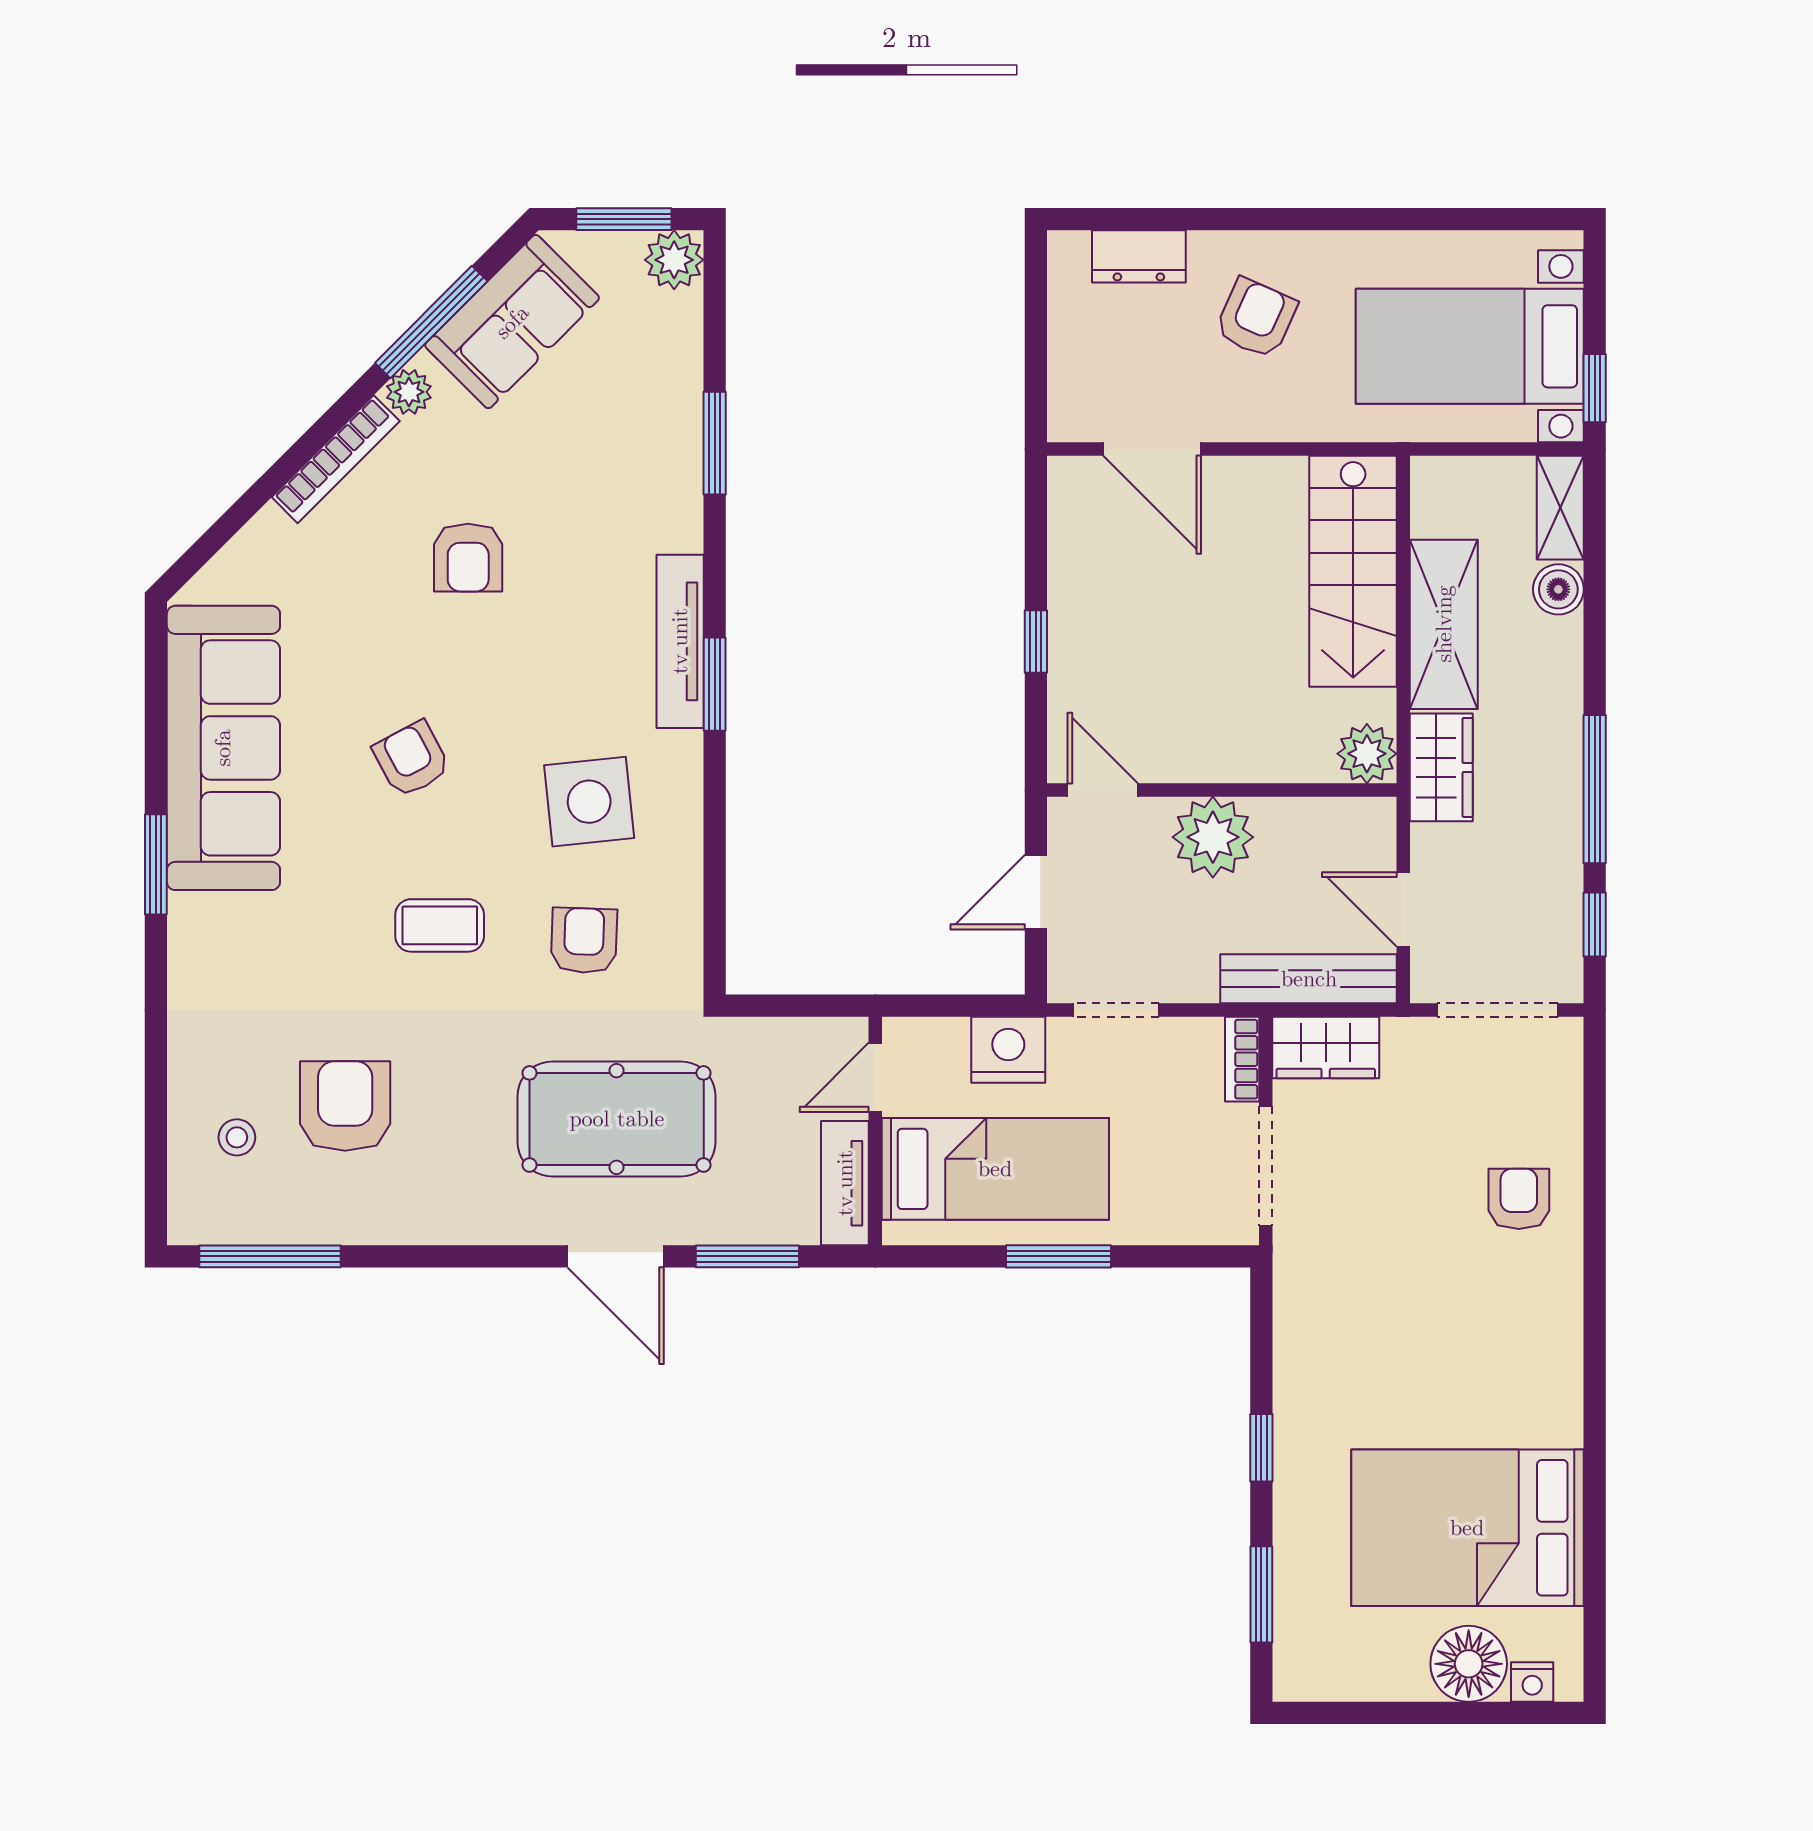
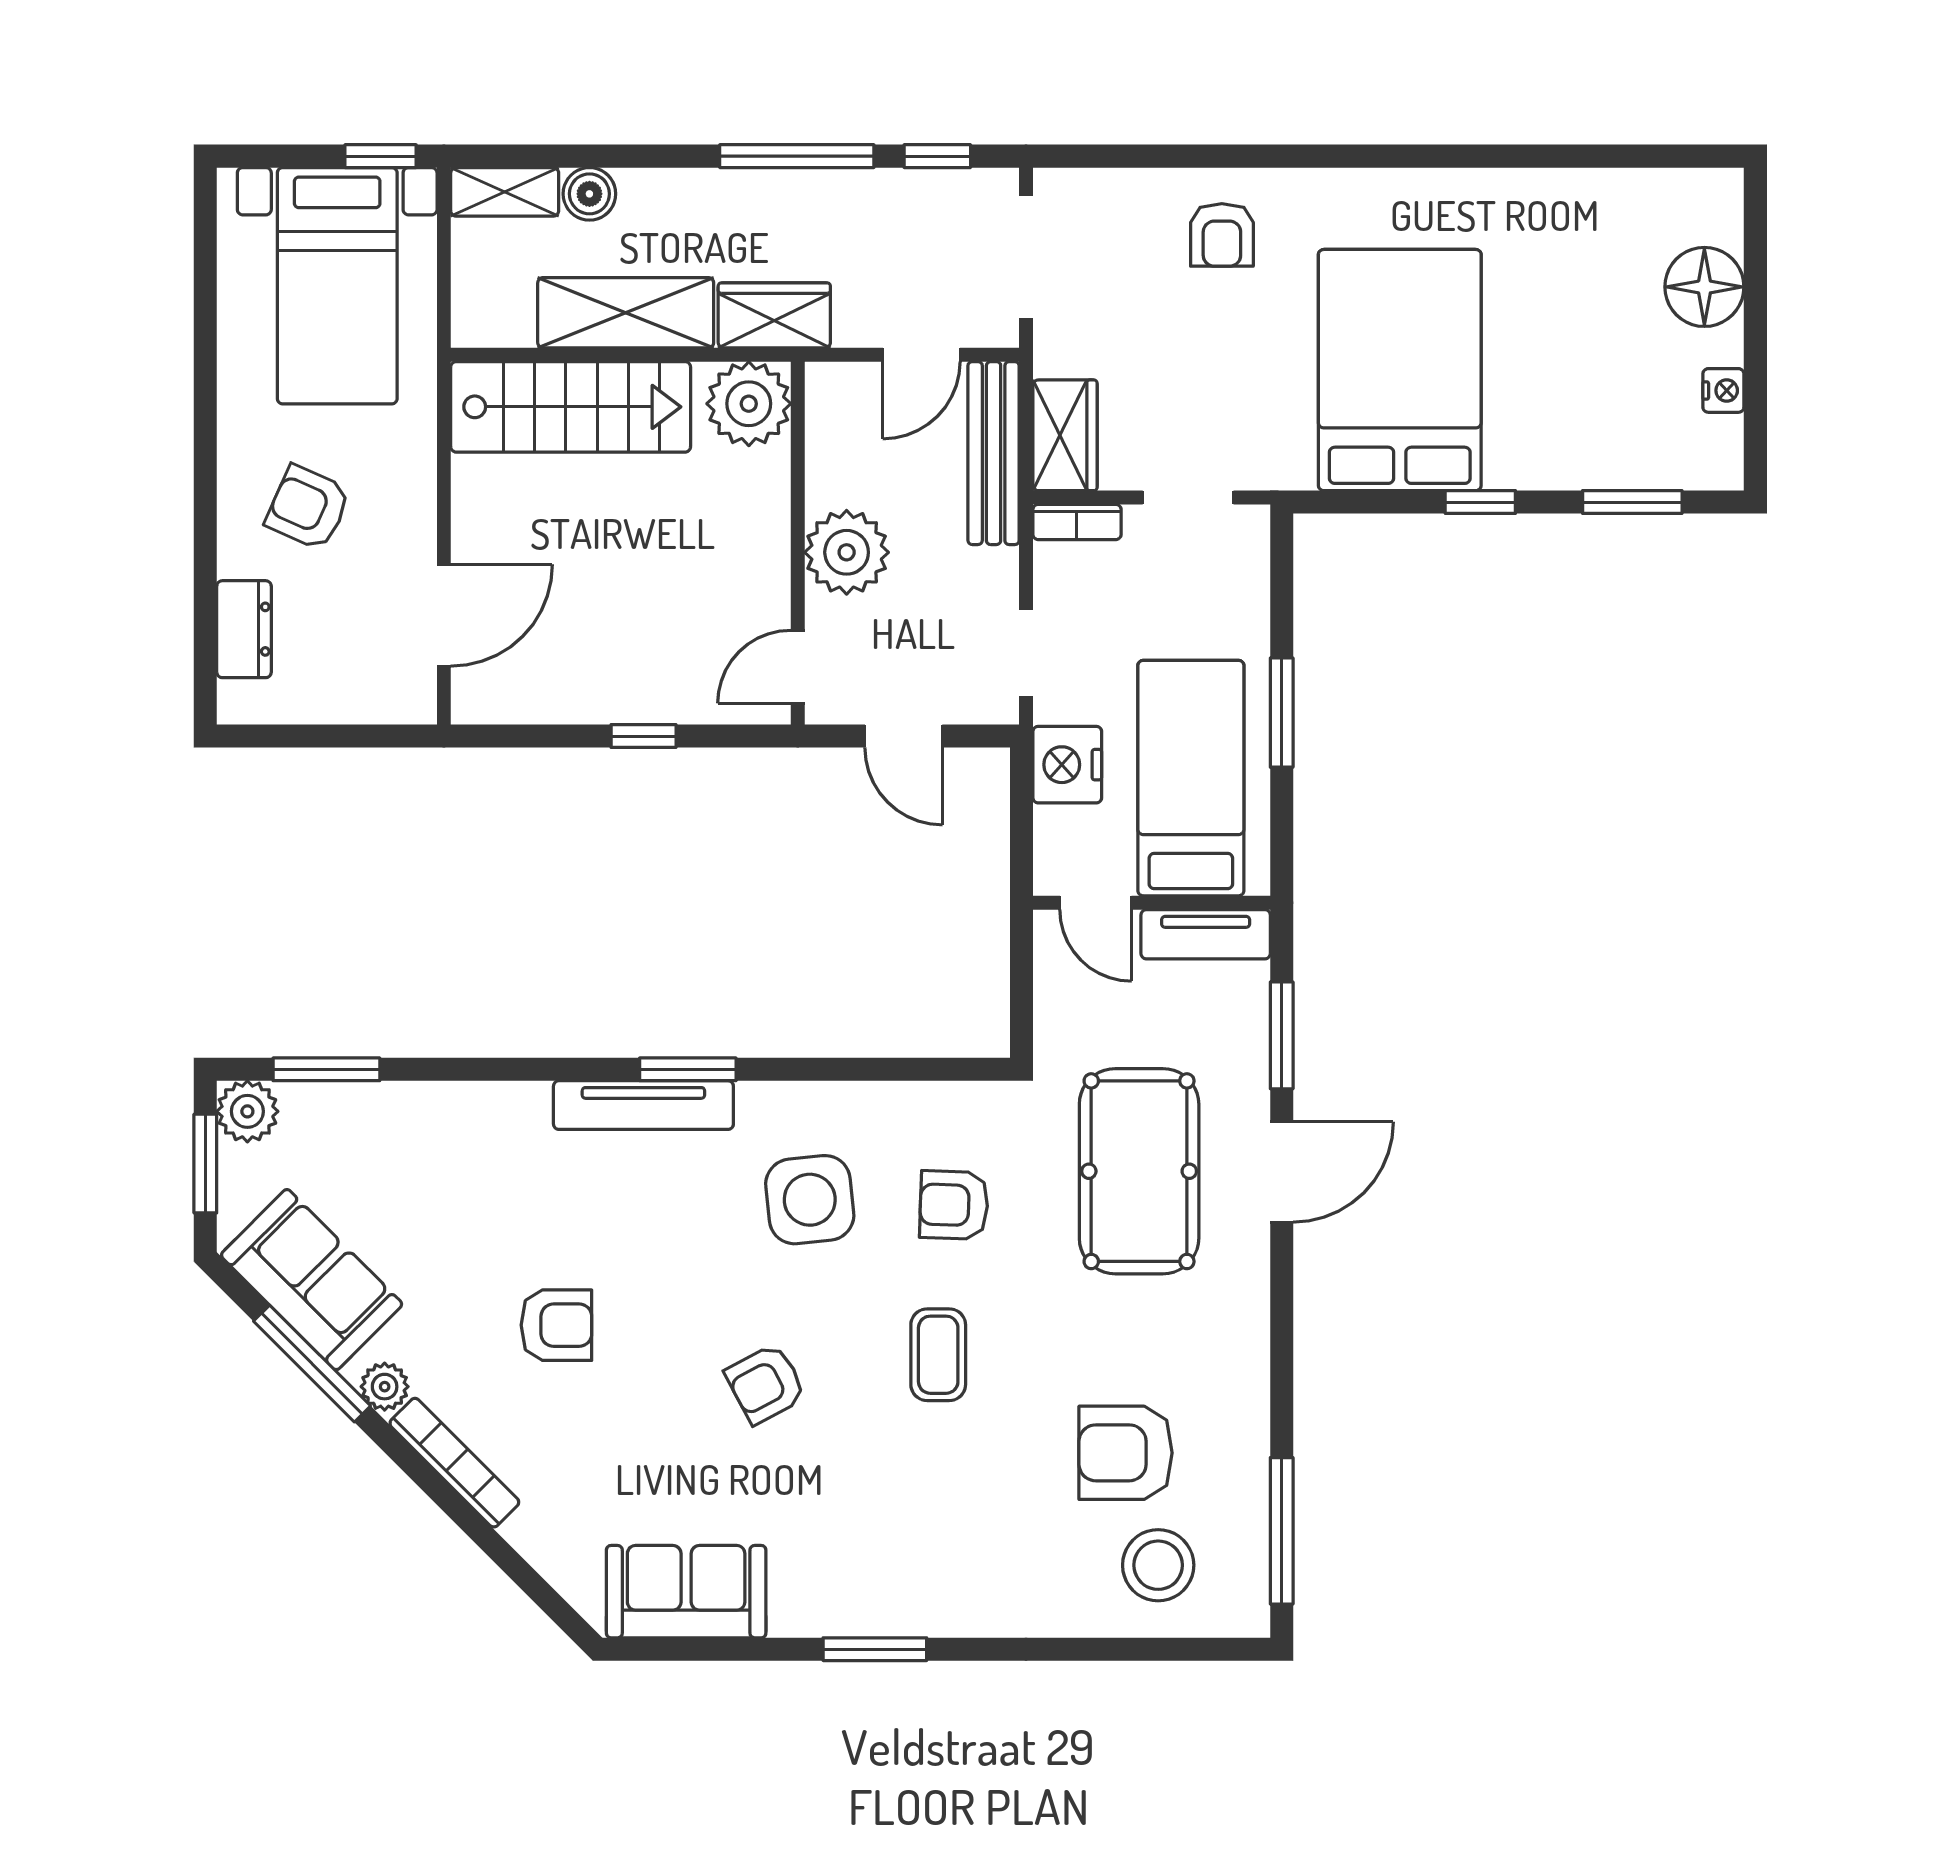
window: (715, 443) -> (326, 1069), moved
sofa: (223, 748) -> (686, 1592), width x0.54, depth x0.79
plant: (1367, 754) -> (749, 404), width x1.36, depth x1.36
stool: (237, 1137) -> (1158, 1565), width x1.89, depth x1.89
doorway: (1266, 1166) -> (1188, 497), width x0.73
armchair: (1519, 1199) -> (1222, 235), turned -90
bed: (1467, 1528) -> (1400, 370), moved, turned 180
nightstand: (1532, 1682) -> (1723, 390), moved

